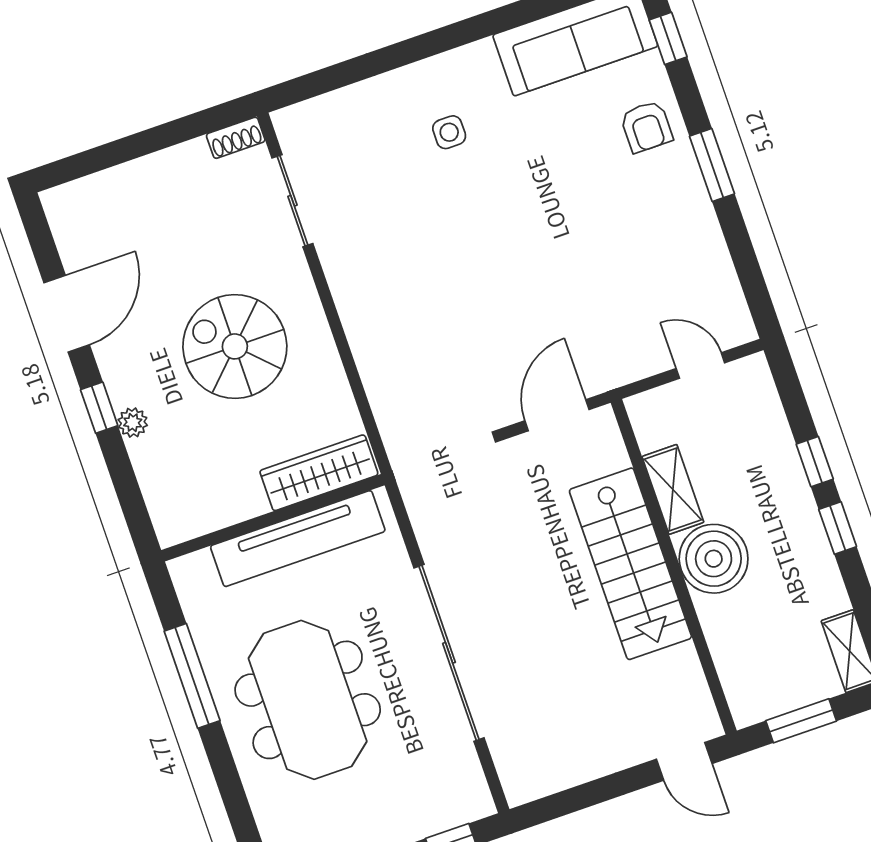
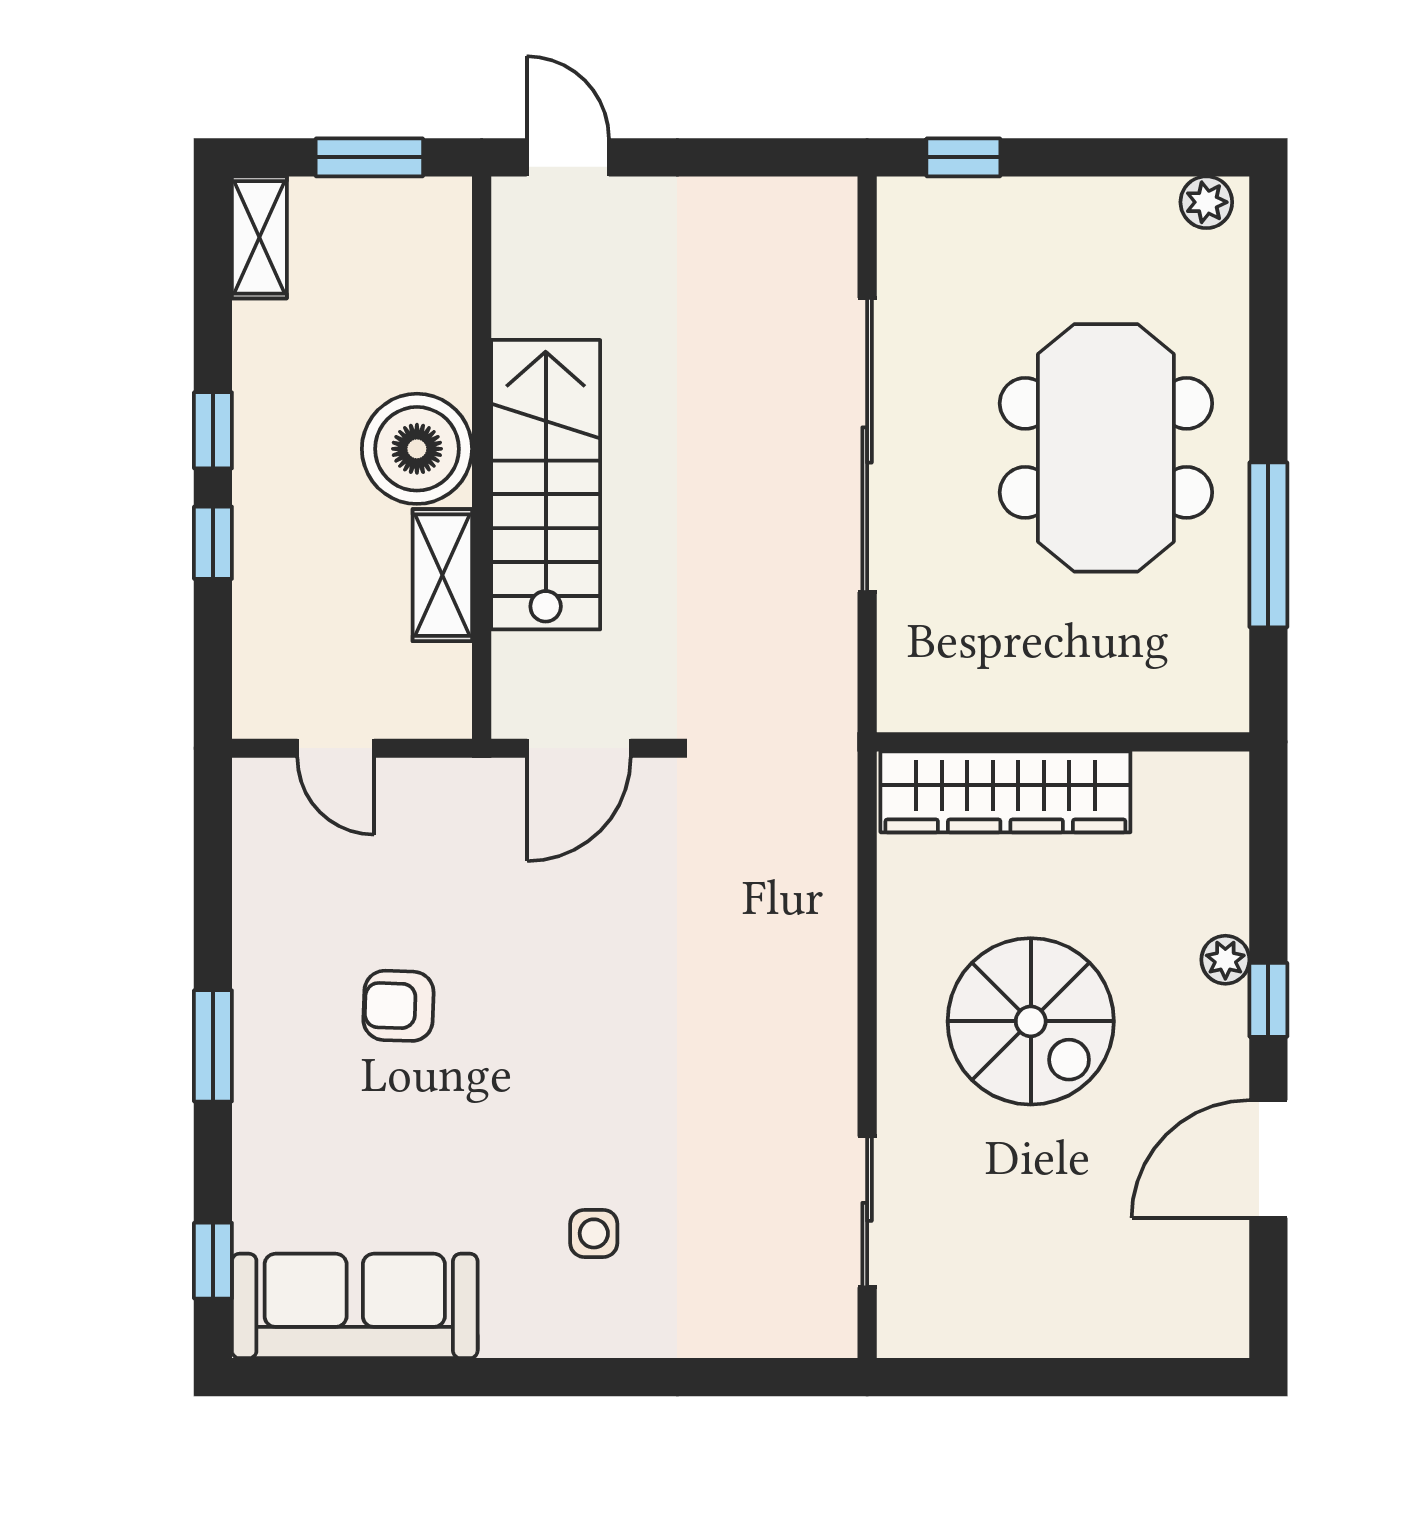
armchair: (646, 127) -> (398, 1006), moved, turned -88
shoe rack: (236, 138) -> (920, 1337), removed
wardrobe: (319, 473) -> (1005, 792), width x1.40, depth x1.17
tv unit: (298, 539) -> (1036, 697), removed

